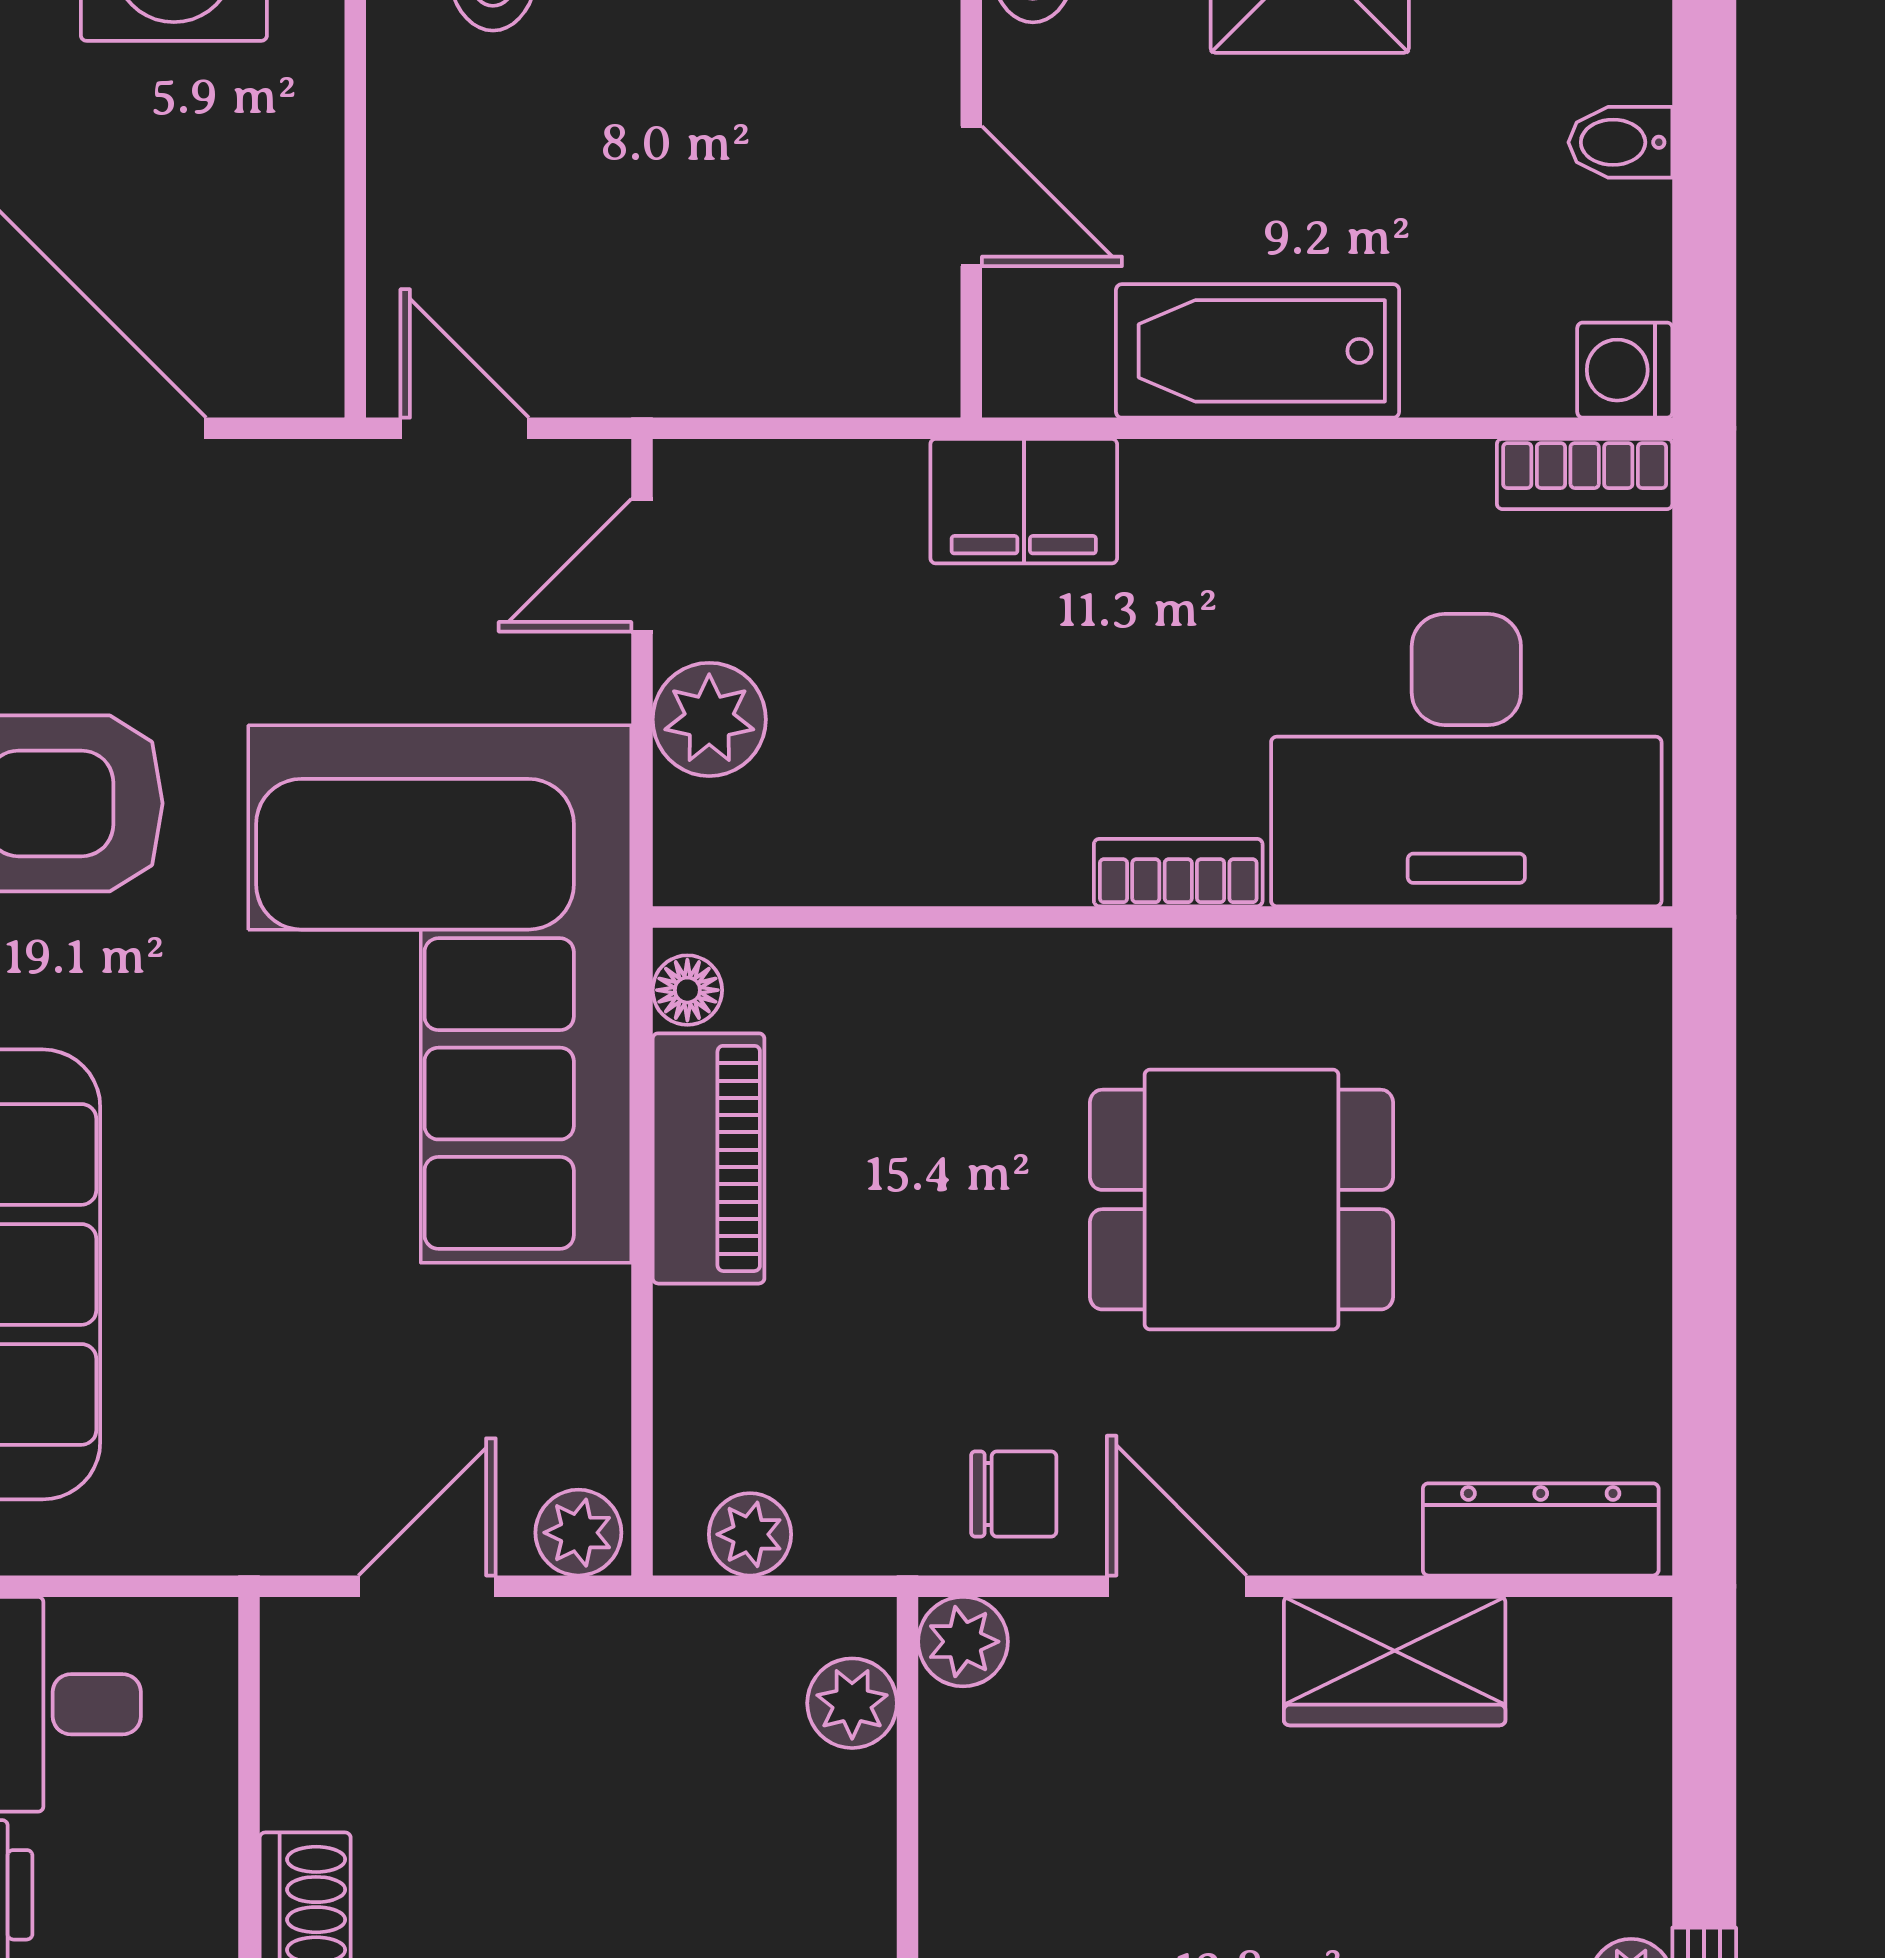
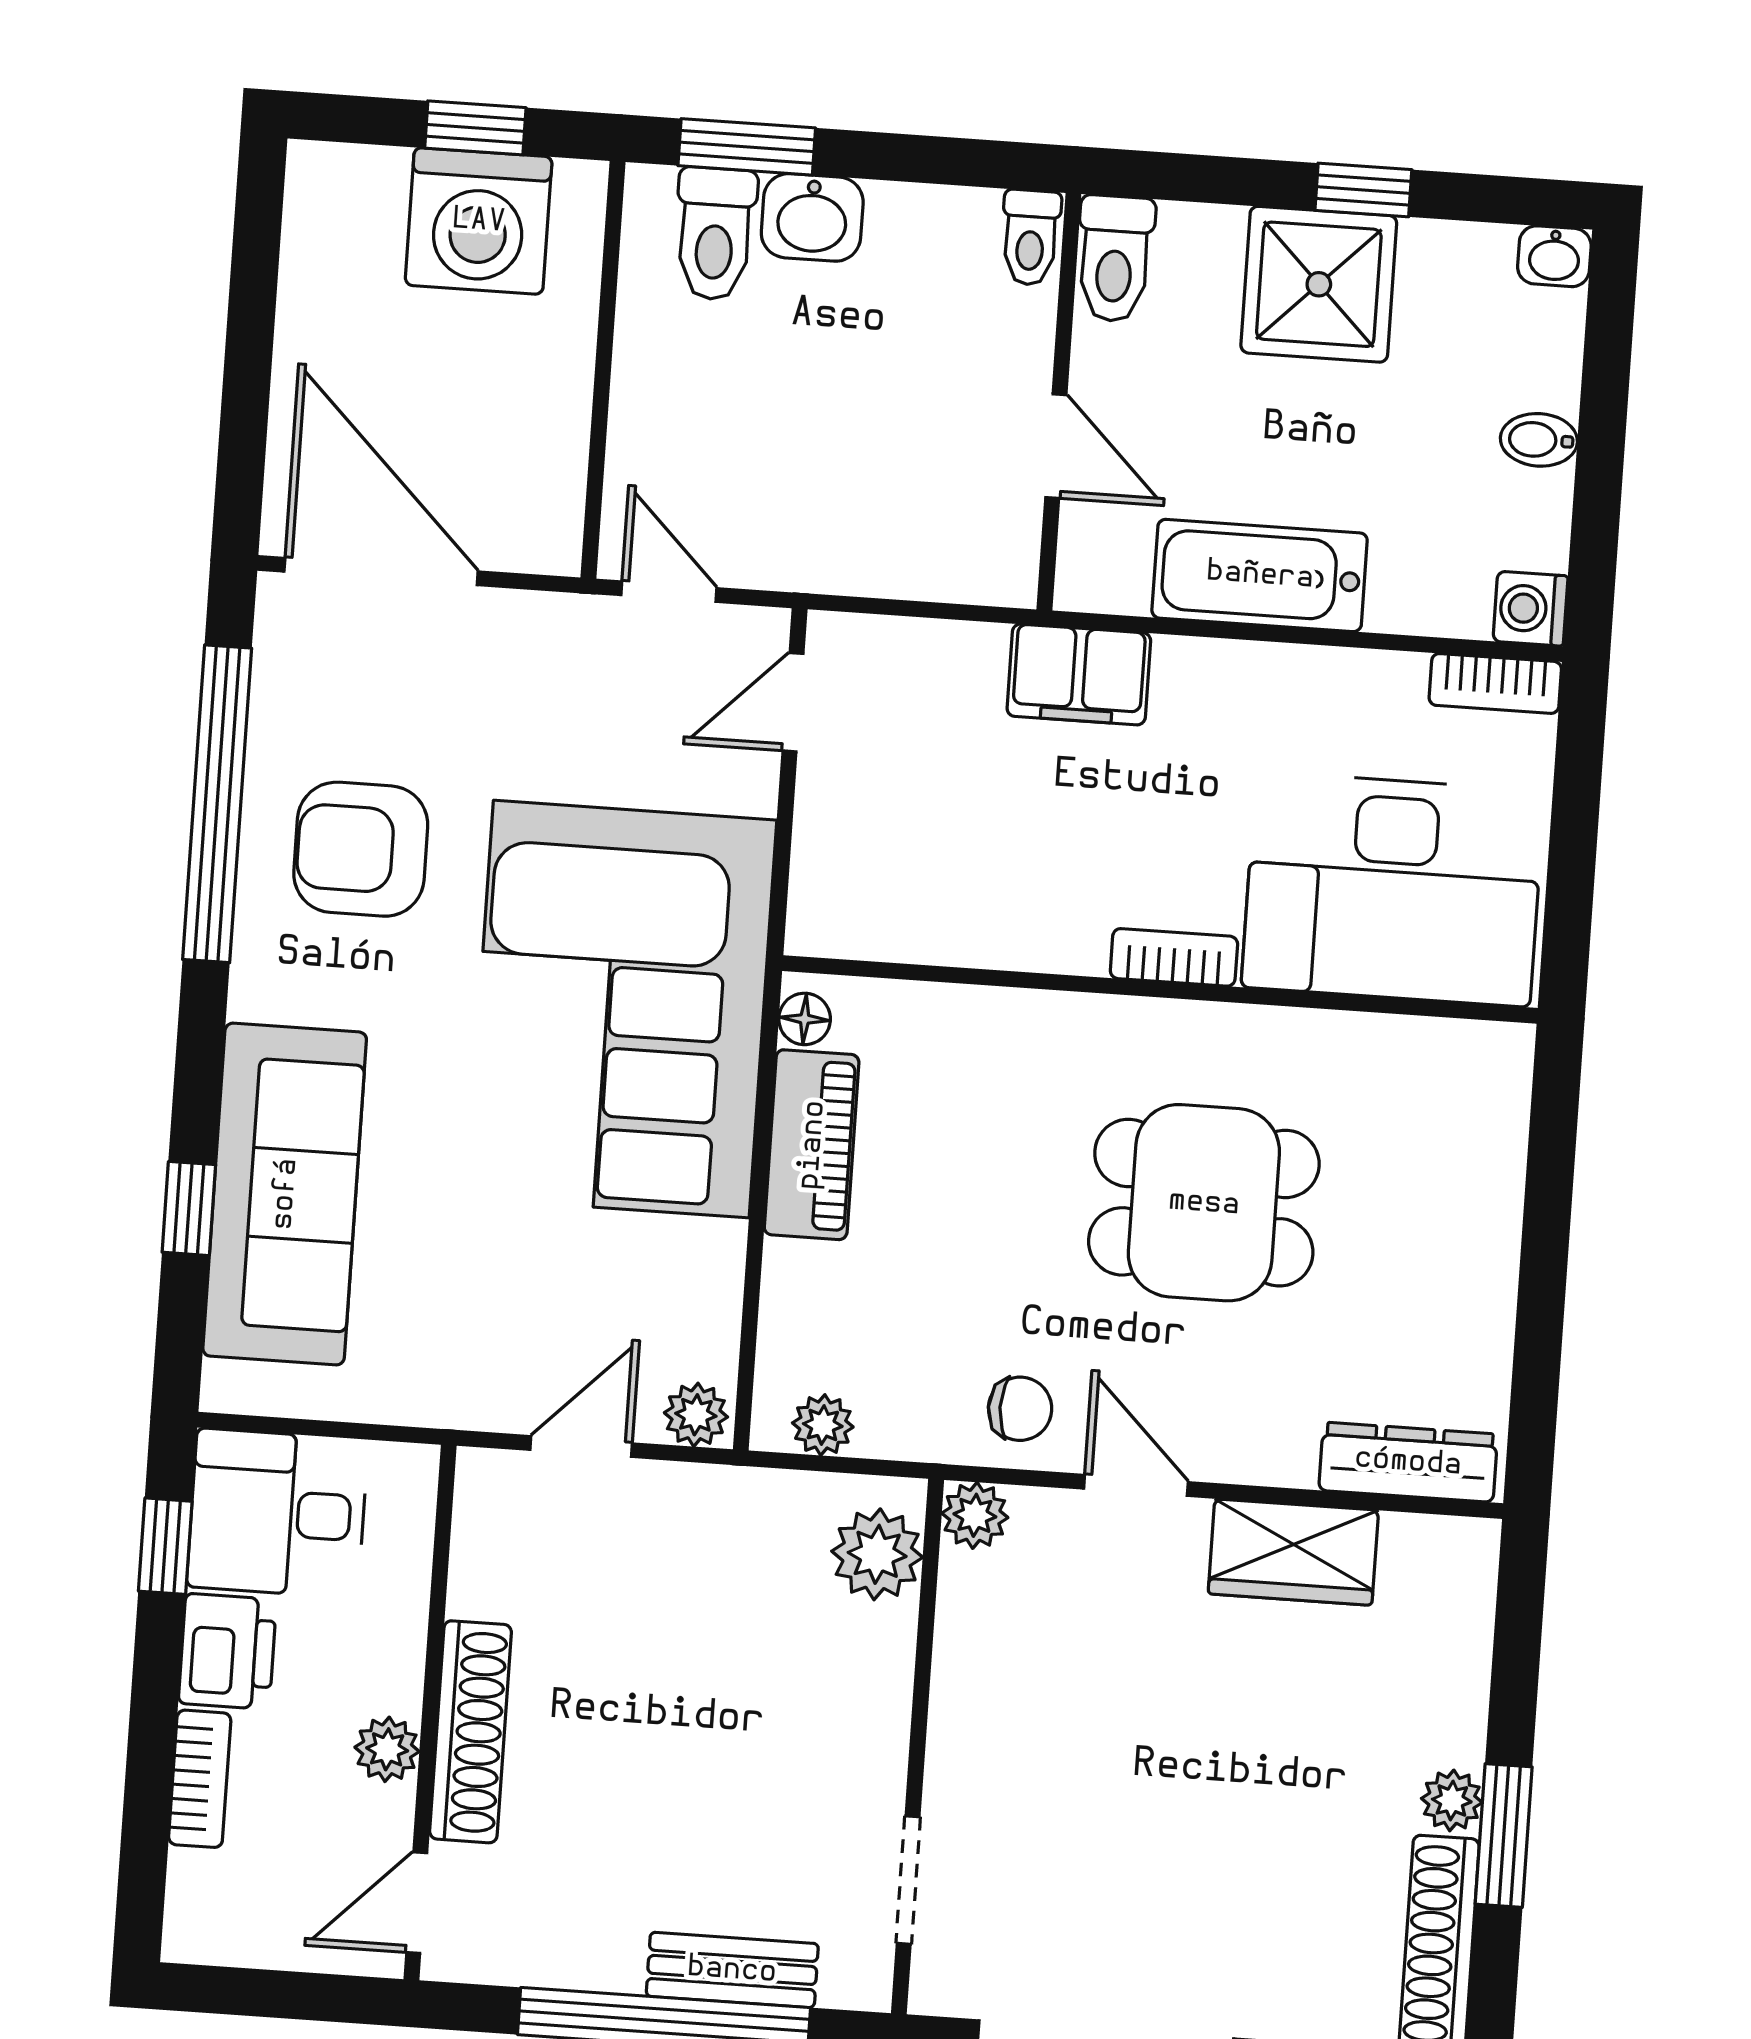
plant: (709, 719) -> (835, 820), removed
plant: (852, 1703) -> (877, 1554), width x1.38, depth x1.38

